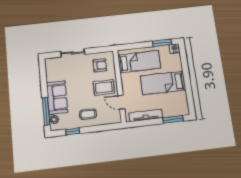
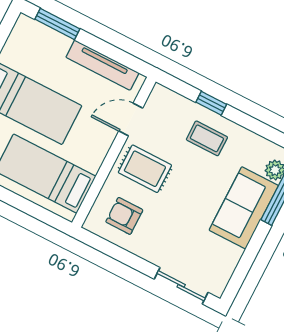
sliding door: (73, 53) -> (181, 286), moved
door: (121, 102) -> (131, 119), swing flipped
window: (73, 131) -> (211, 103), moved

